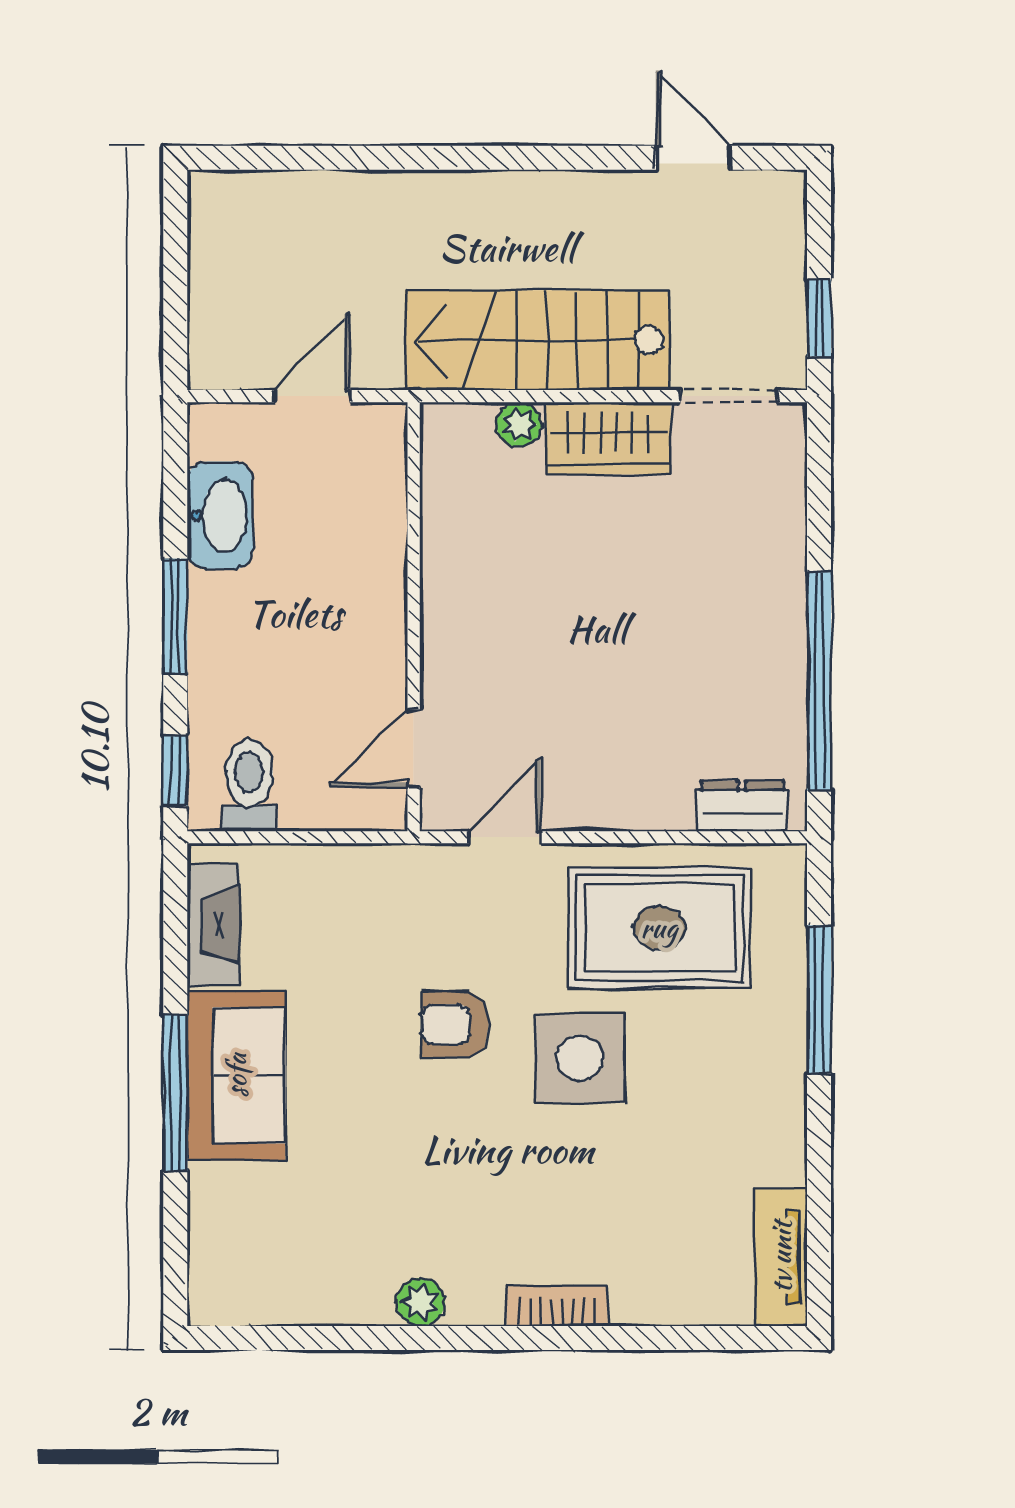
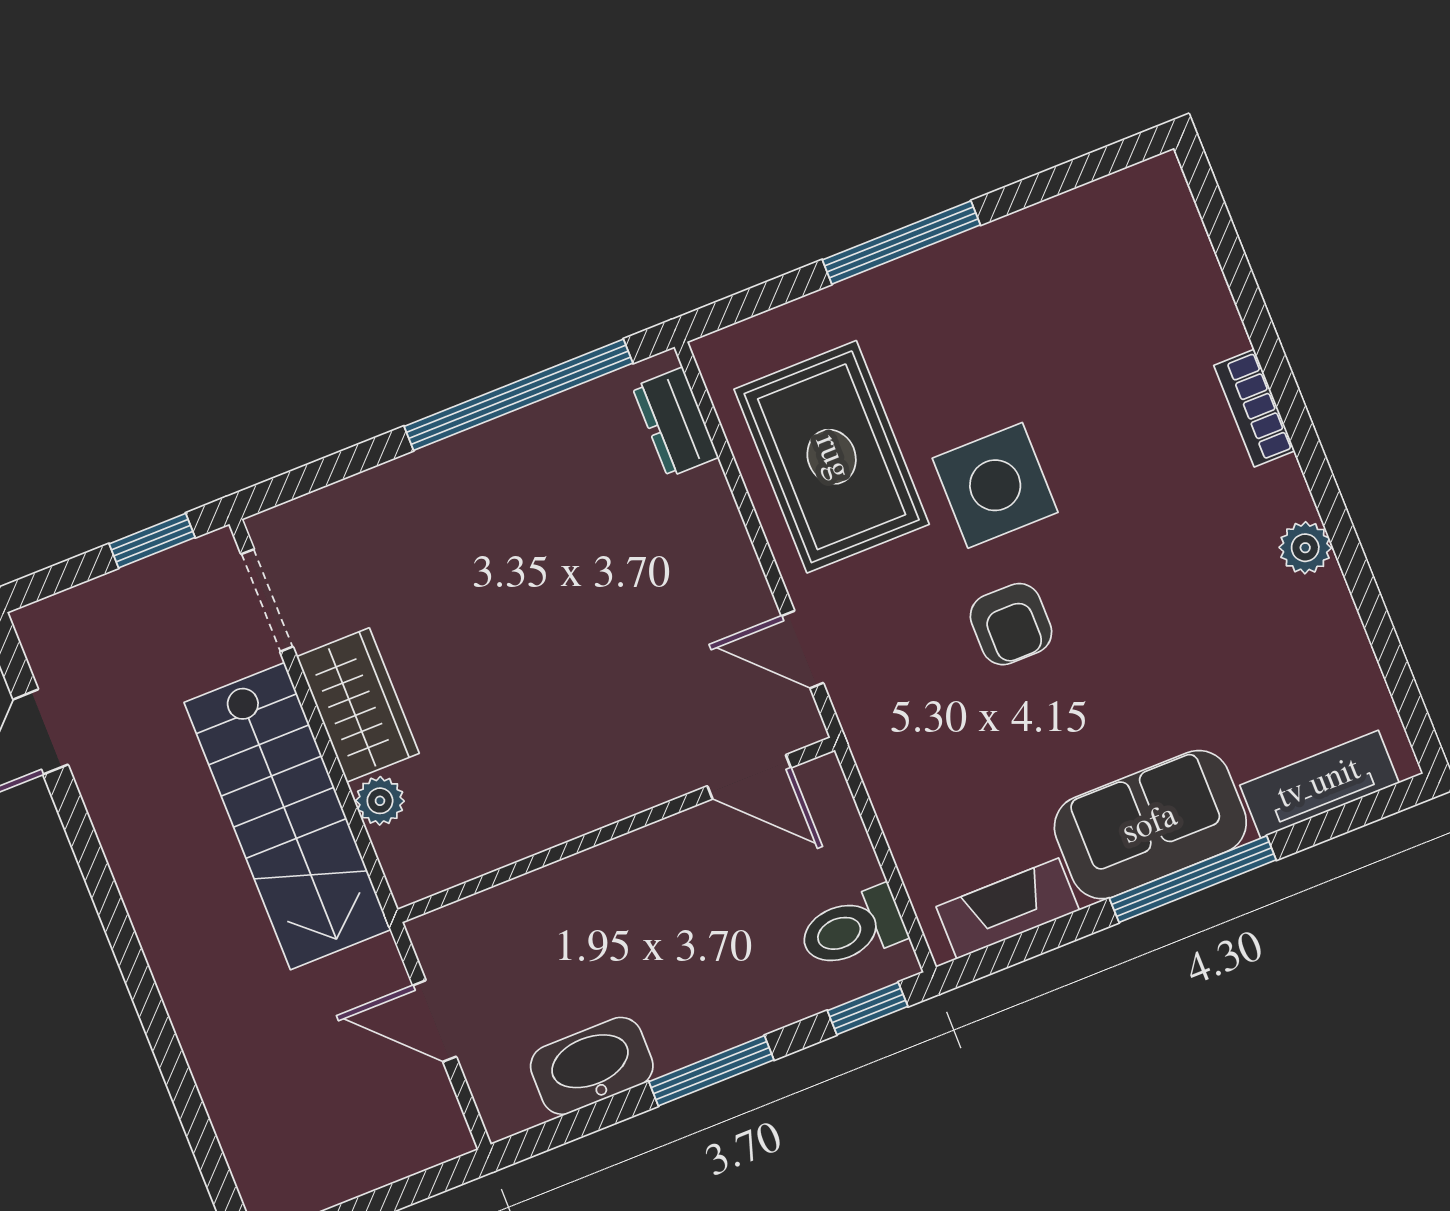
window: (819, 999) -> (901, 242), moved
tv unit: (781, 1257) -> (1319, 784), moved, turned 180

